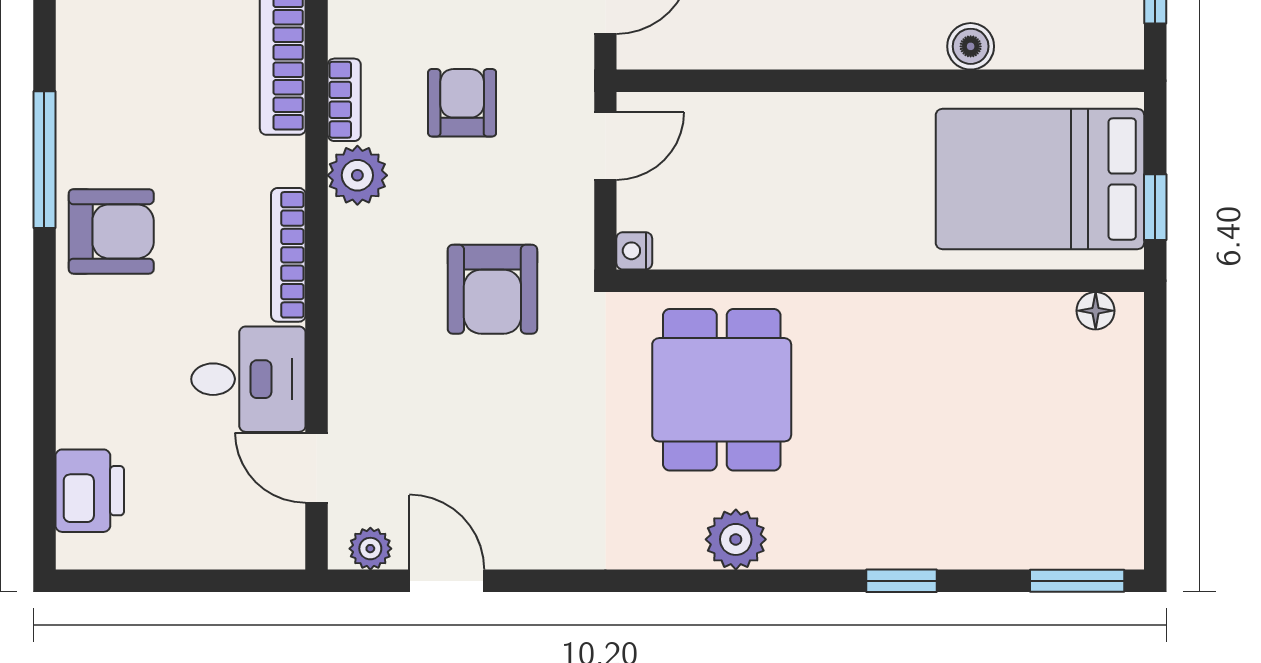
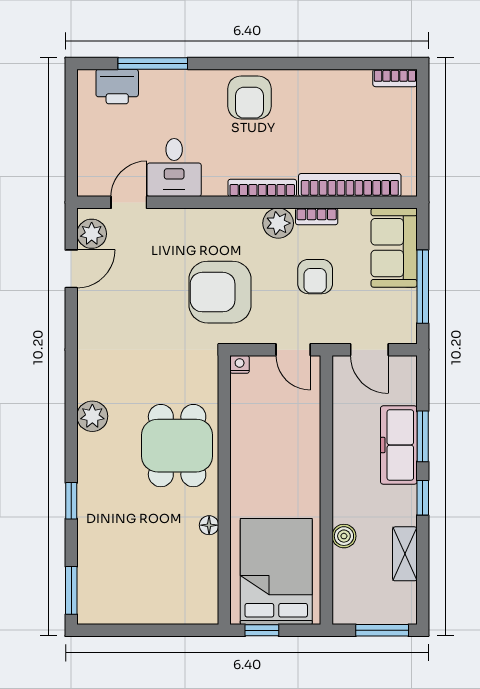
armchair: (462, 103) -> (315, 277), turned 90
window: (44, 160) -> (153, 63), moved
bookcase: (288, 255) -> (262, 188), moved
armchair: (492, 289) -> (220, 292), width x1.36, depth x1.36
floor lamp: (1096, 311) -> (209, 525), moved
dining table: (722, 390) -> (177, 446), moved, turned 90
plant: (370, 549) -> (92, 234), width x1.38, depth x1.38

